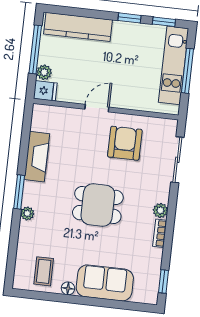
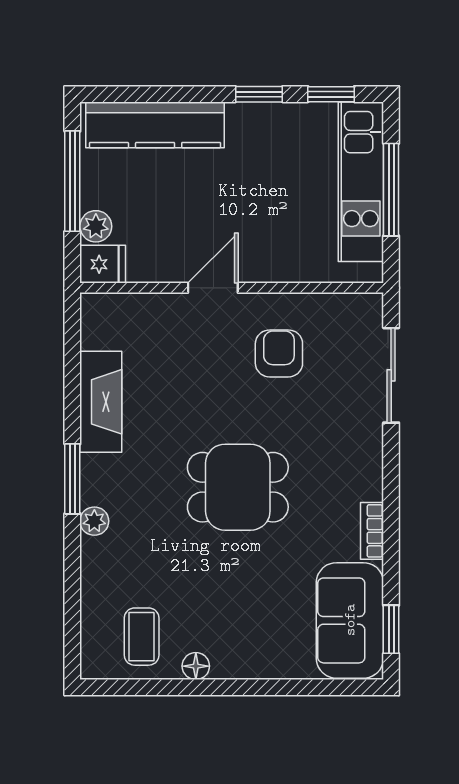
armchair: (125, 143) -> (279, 353), width x0.72, depth x0.72
plant: (160, 210) -> (368, 484), removed
sofa: (105, 283) -> (350, 620), moved, turned -90

